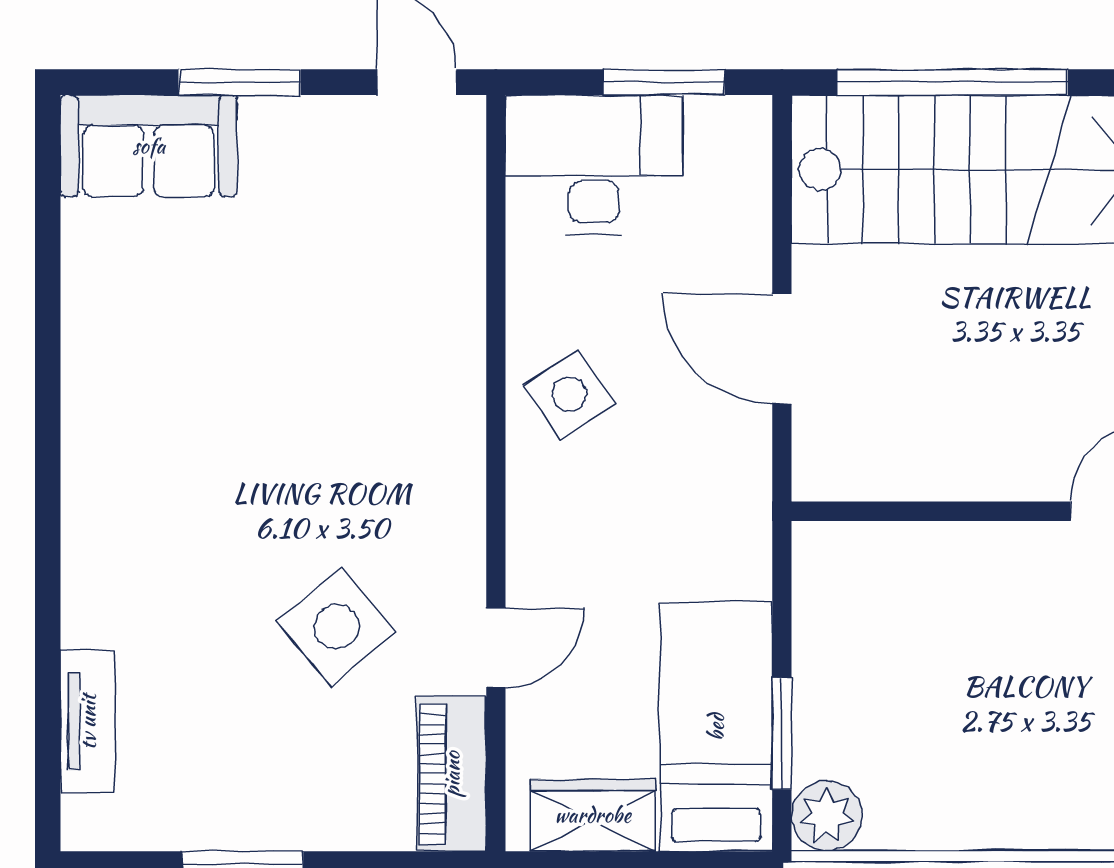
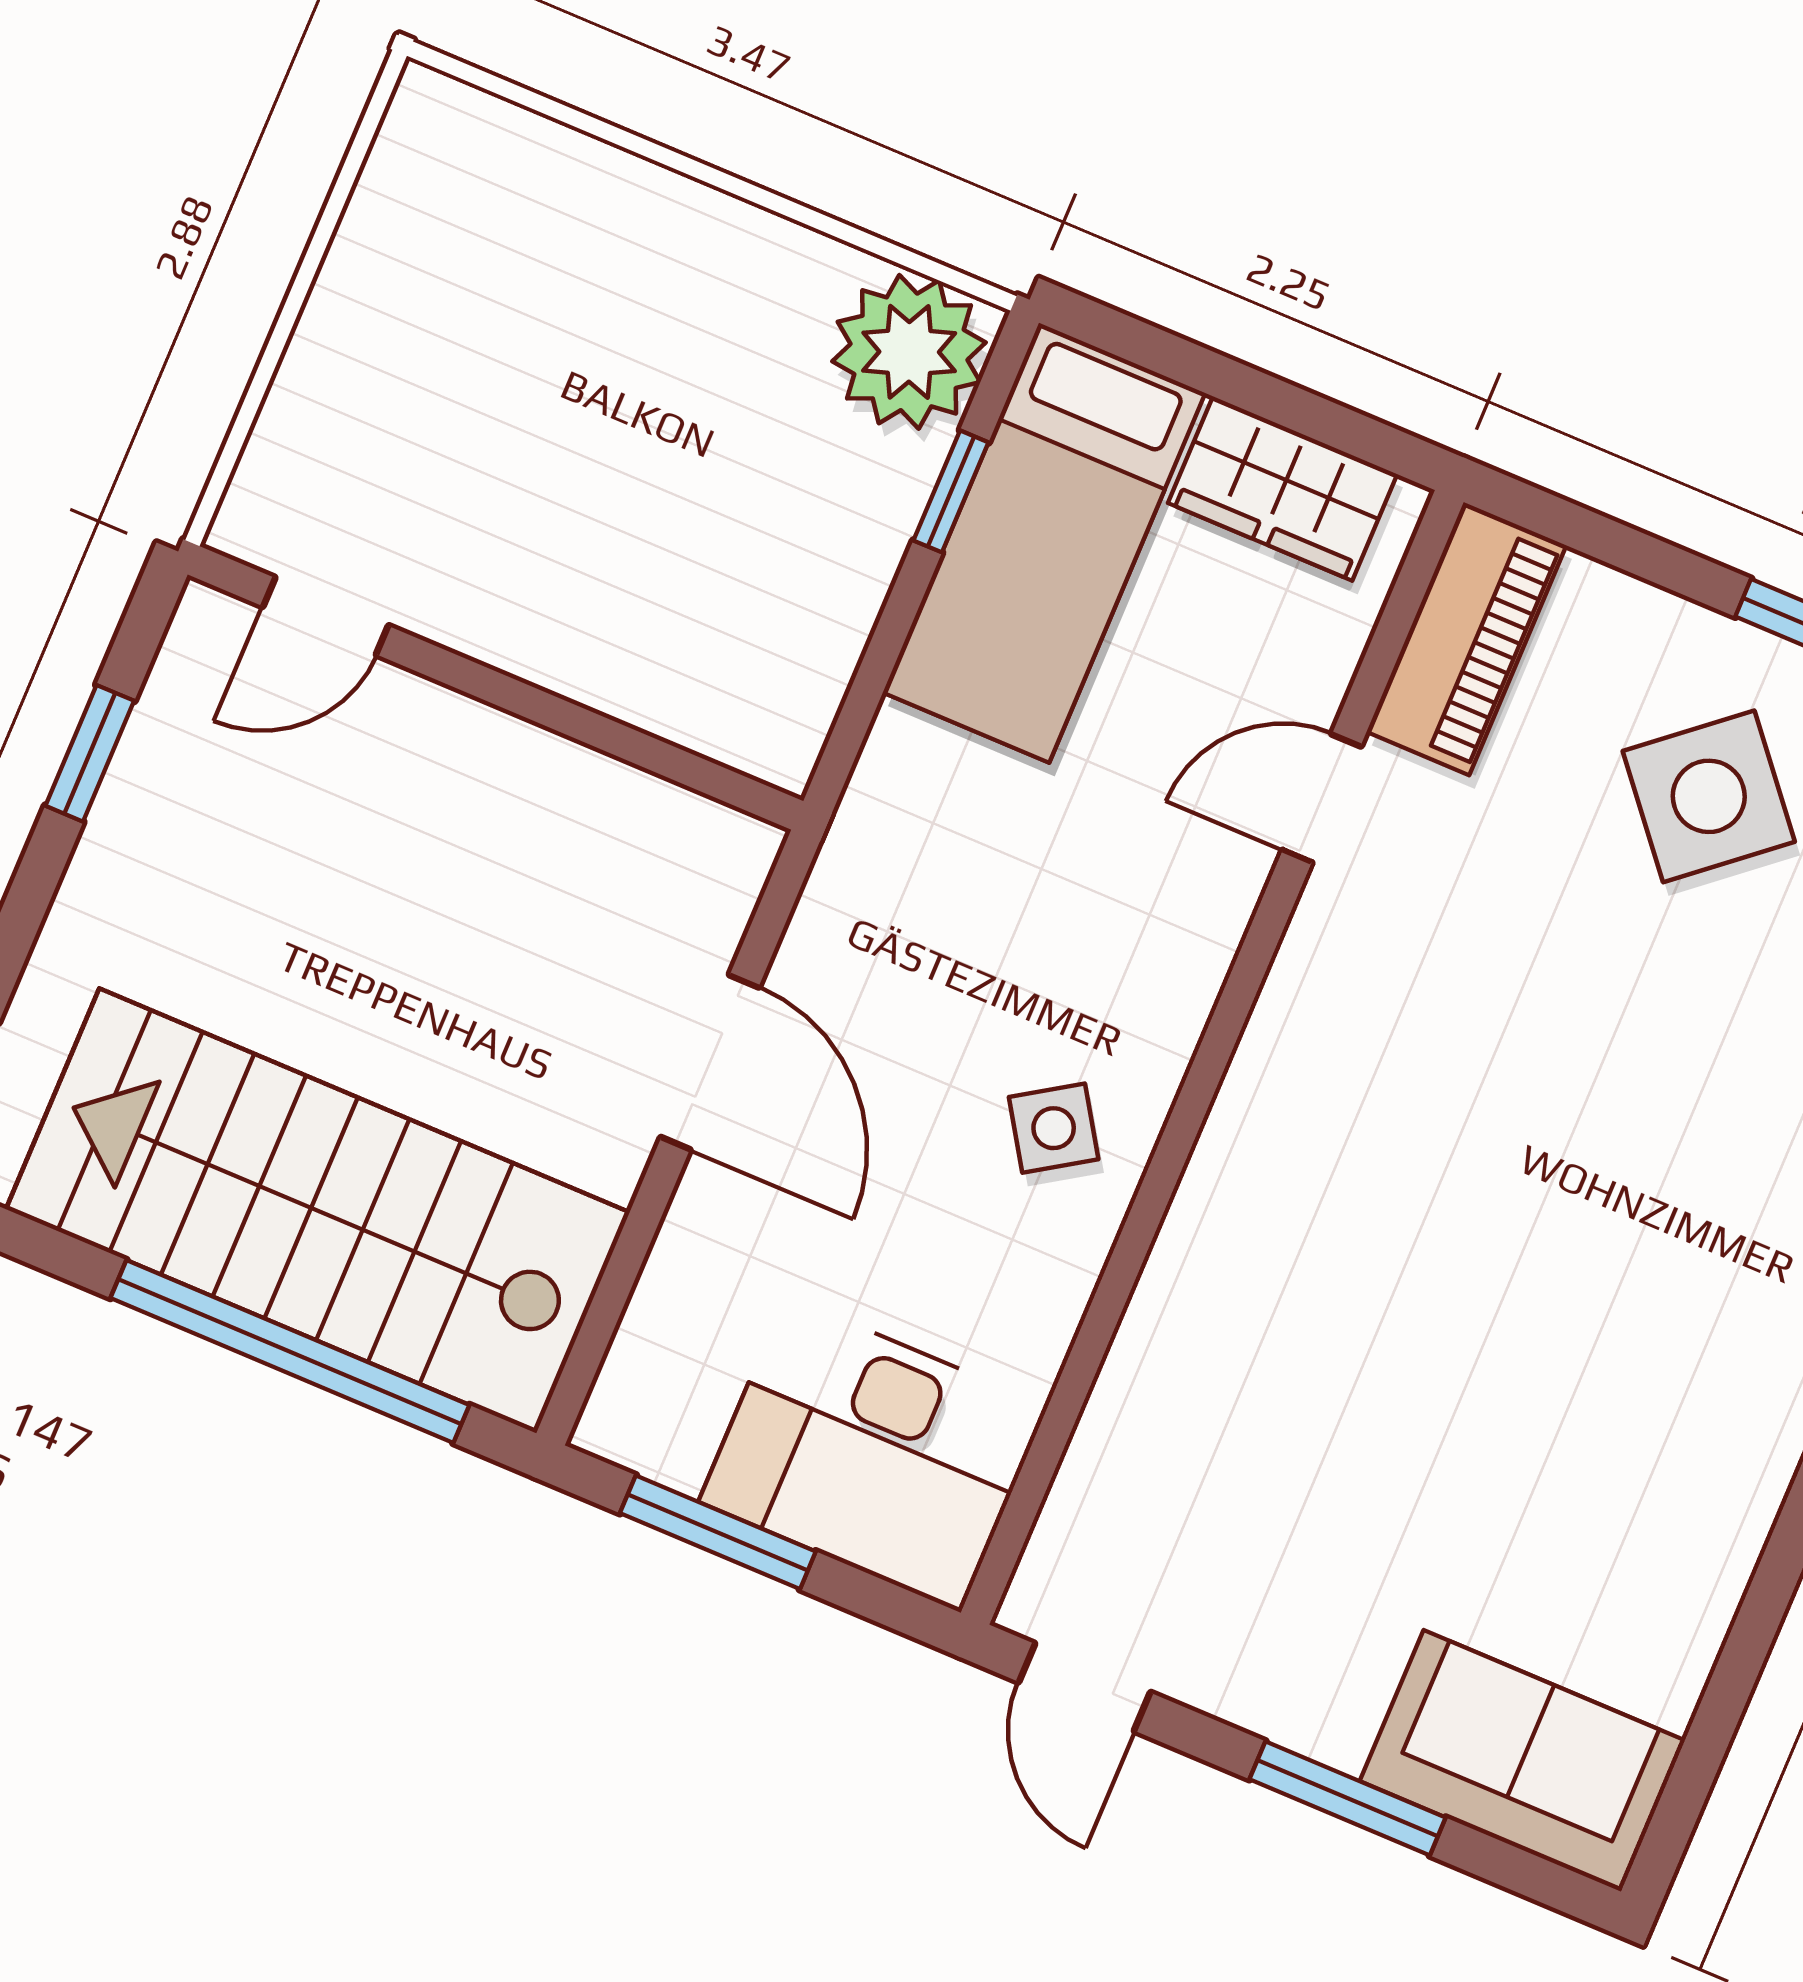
side table: (569, 394) -> (1054, 1128), width x0.73, depth x0.73
side table: (337, 627) -> (1709, 796), moved
window: (782, 733) -> (951, 491), width x0.67
plant: (827, 816) -> (909, 352), width x1.36, depth x1.36

